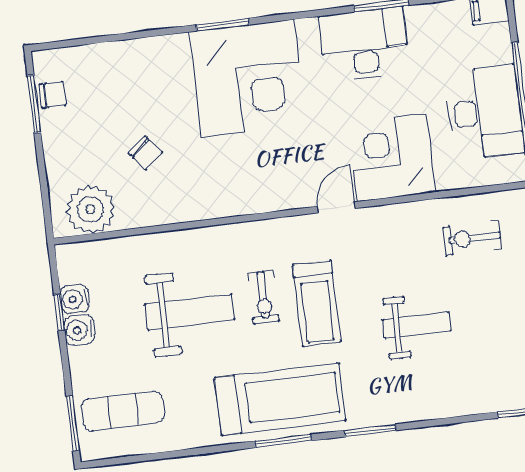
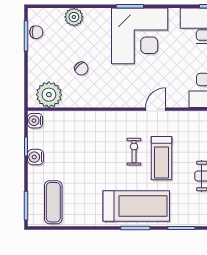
plant: (120, 58) -> (74, 17), added
door: (336, 207) -> (156, 109), moved
exercise bike: (263, 297) -> (134, 152), turned 180
water cooler: (75, 299) -> (35, 121), moved
weight bench: (190, 312) -> (94, 155), removed
exercise mat: (123, 411) -> (53, 202), turned 90

